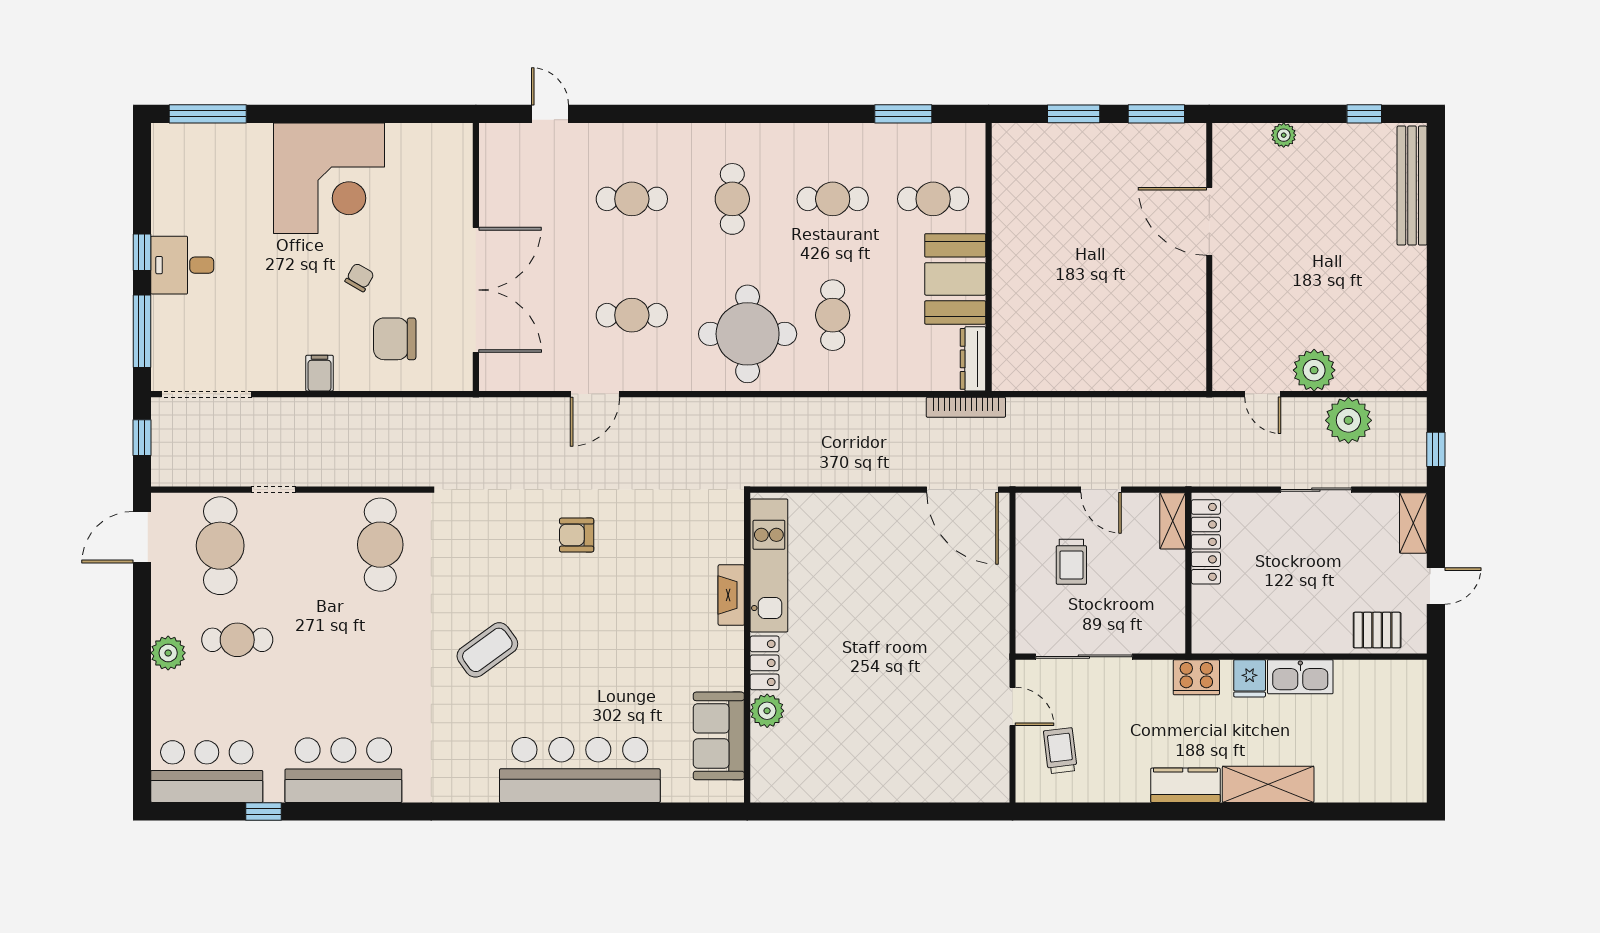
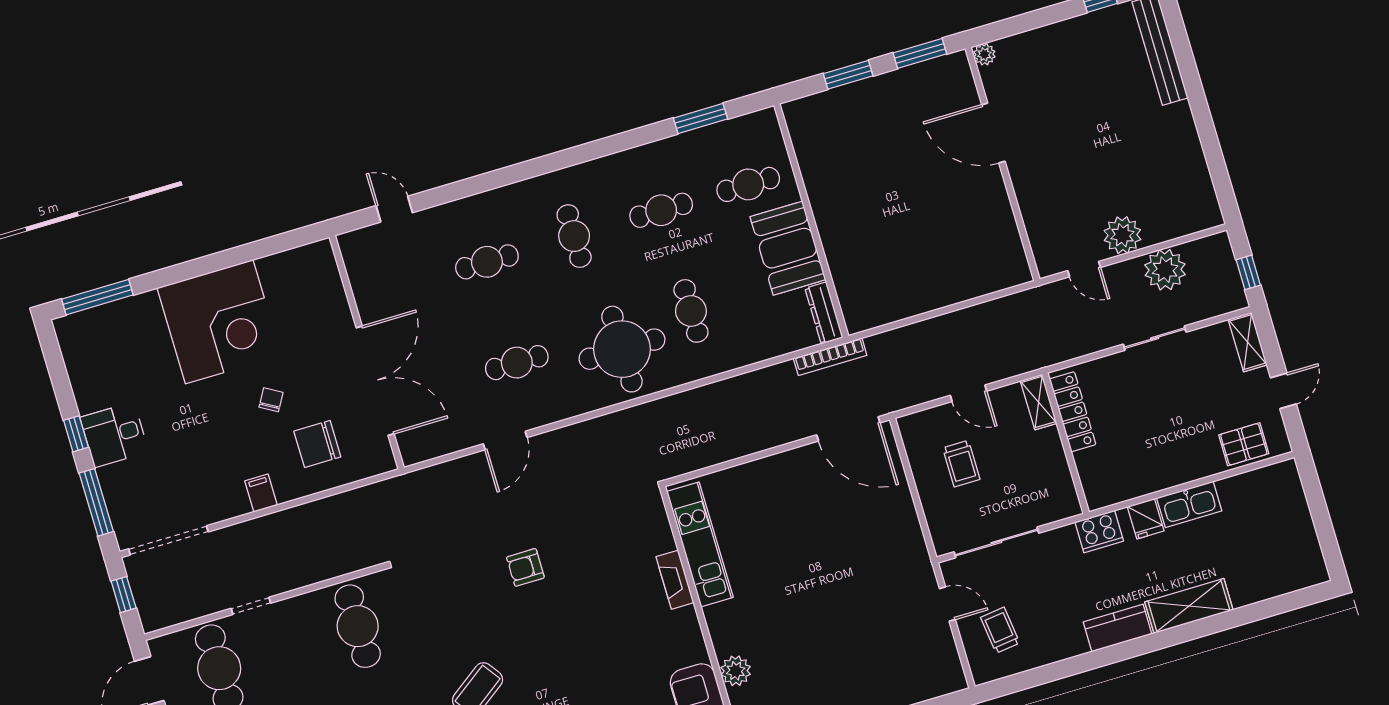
plant: (1284, 135) -> (984, 54), moved
locker: (765, 663) -> (721, 630), removed

